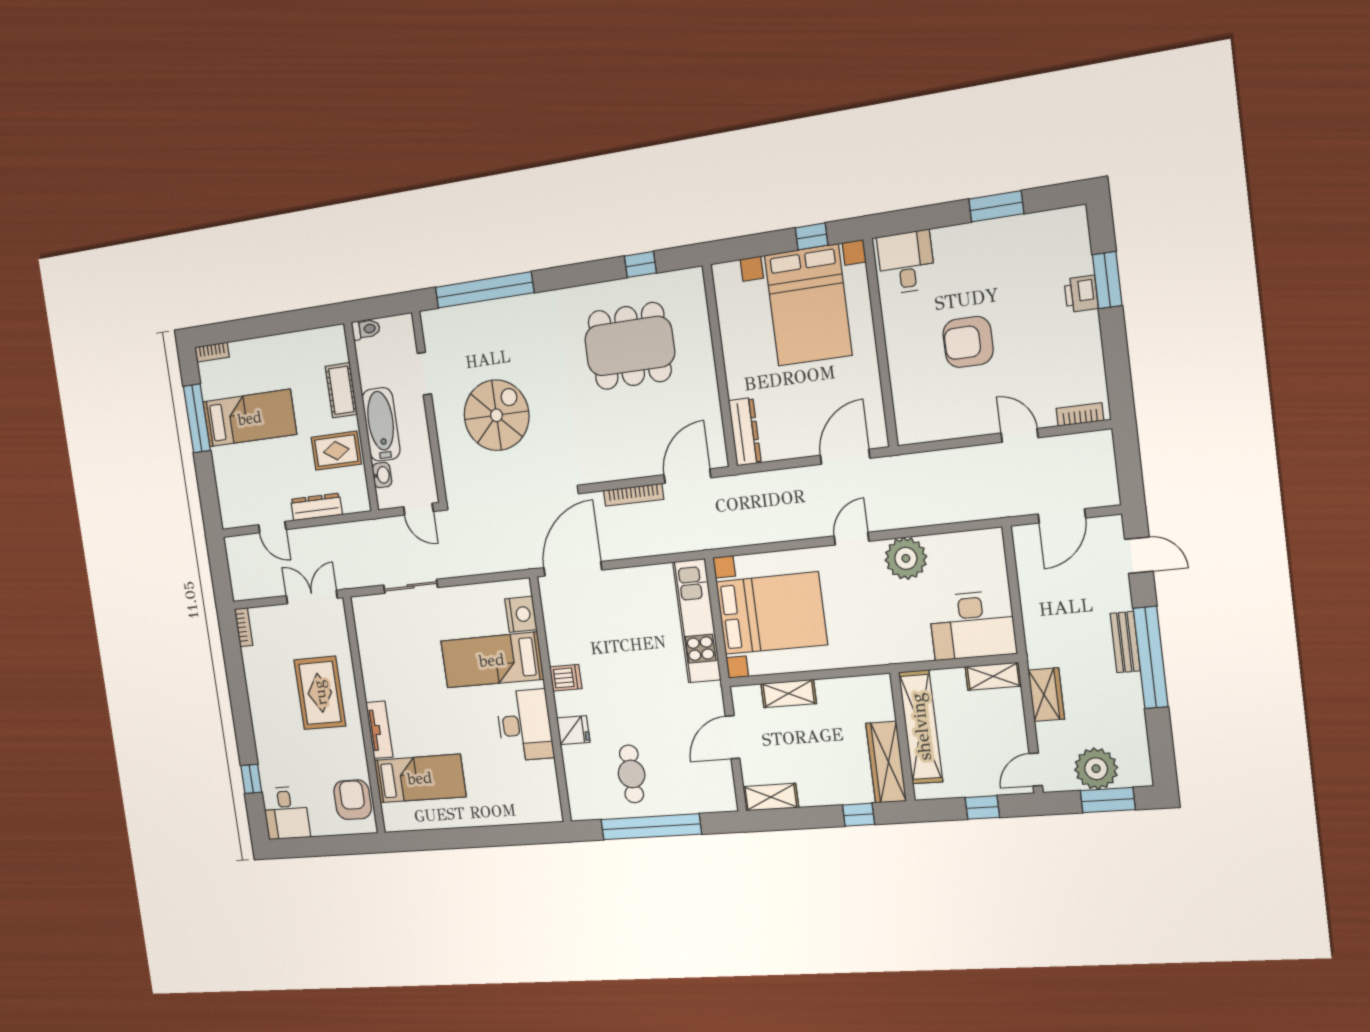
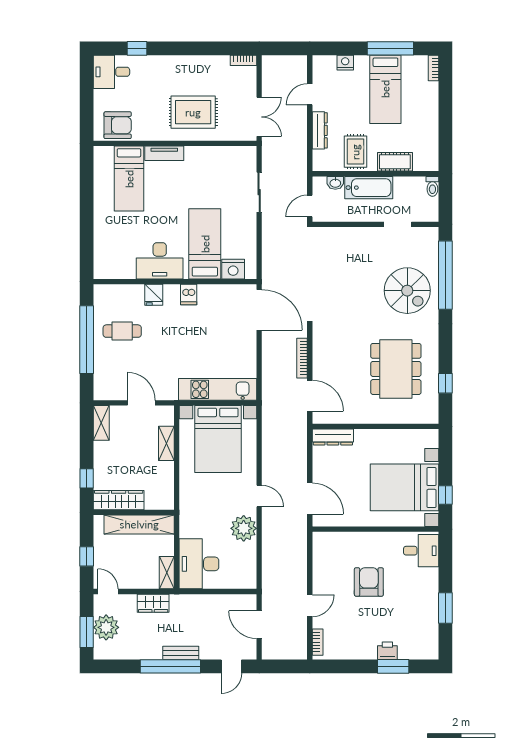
spiral stairs: (496, 415) -> (407, 291), moved
nightstand: (224, 481) -> (345, 63), added

